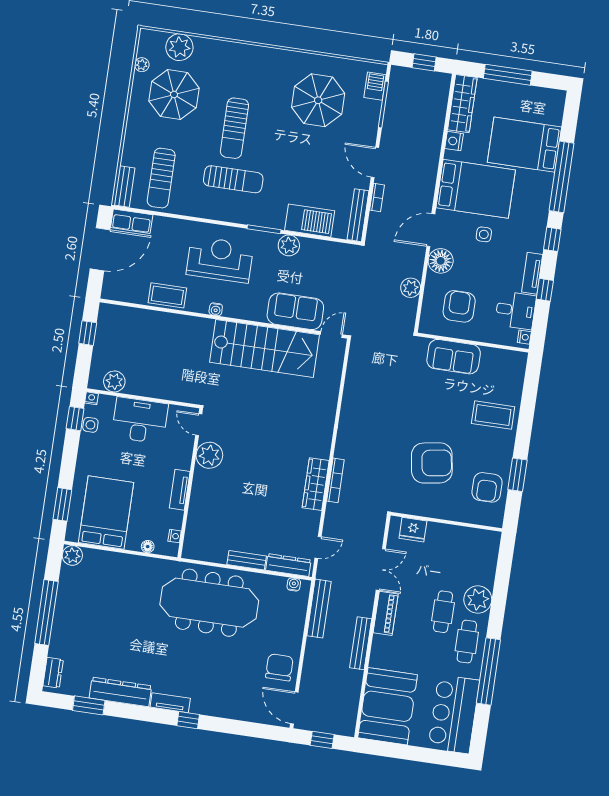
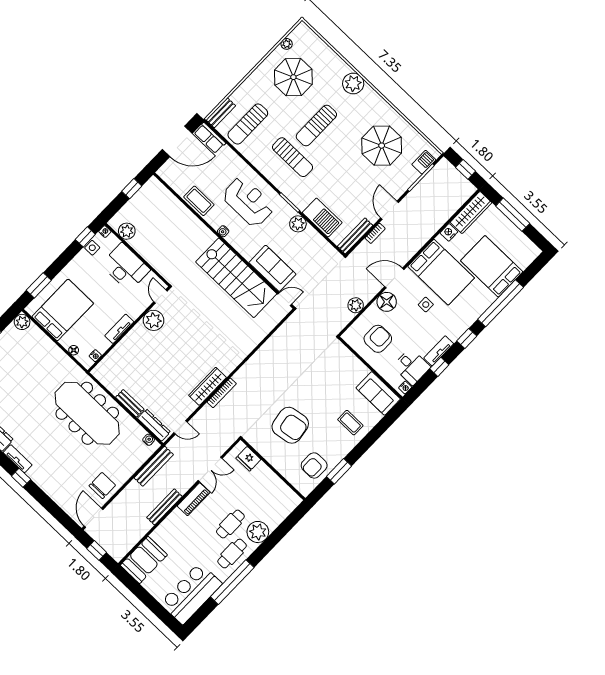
plant: (179, 47) -> (353, 83), moved
sofa: (454, 357) -> (378, 393), moved
coffee table: (493, 415) -> (350, 423), width x0.73, depth x0.77
booth: (388, 706) -> (144, 560), width x0.73, depth x0.70

